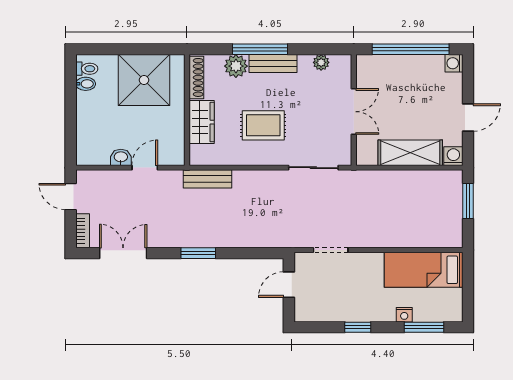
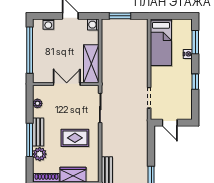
washing machine: (454, 63) -> (48, 24), moved
rug: (263, 125) -> (75, 138), turned 90
shelving: (410, 153) -> (91, 64), moved

